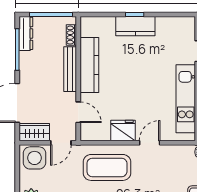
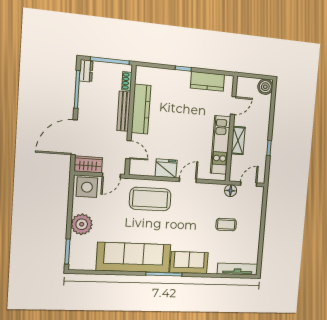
kitchen counter: (135, 26) -> (208, 81), moved
dresser: (26, 33) -> (86, 71), width x0.70

